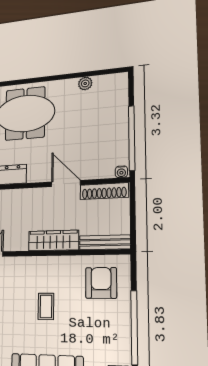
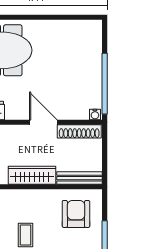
plant: (85, 83) -> (62, 26), removed

